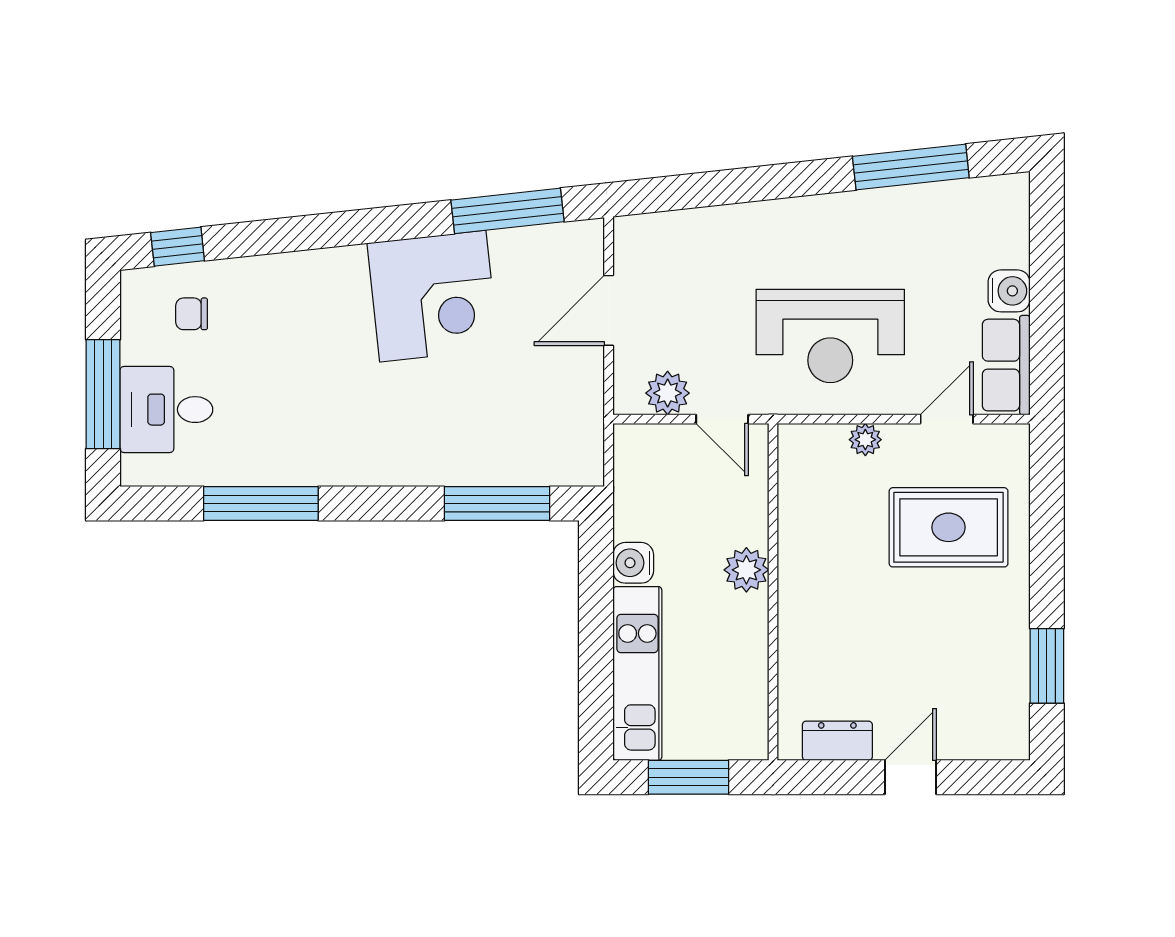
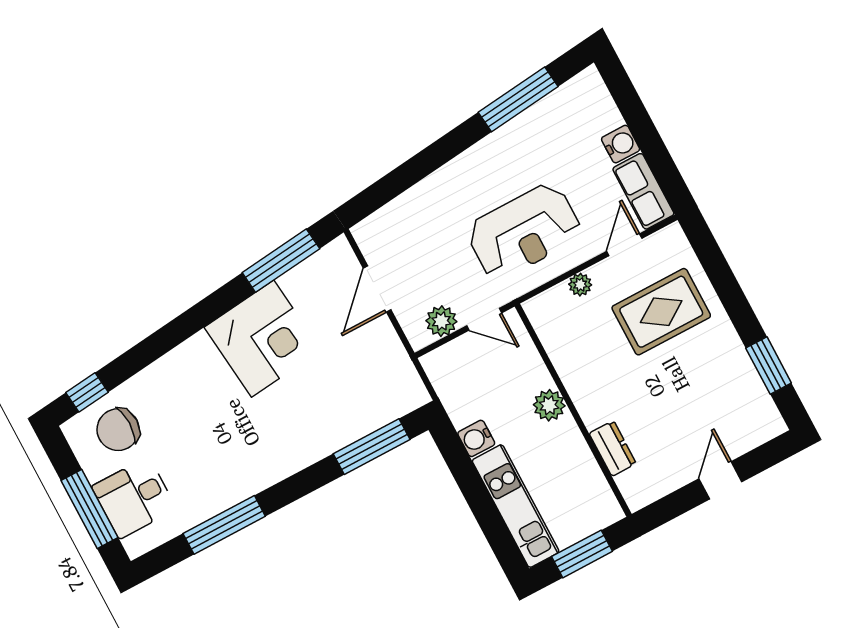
chair: (192, 314) -> (118, 430), width x1.87, depth x1.87
dresser: (837, 741) -> (613, 448), moved, turned 90

